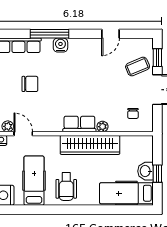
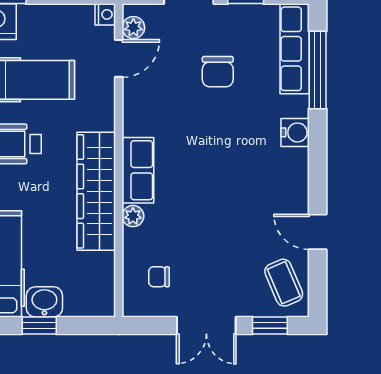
window: (49, 34) -> (318, 70), moved
coffee table: (138, 67) -> (284, 283), moved

